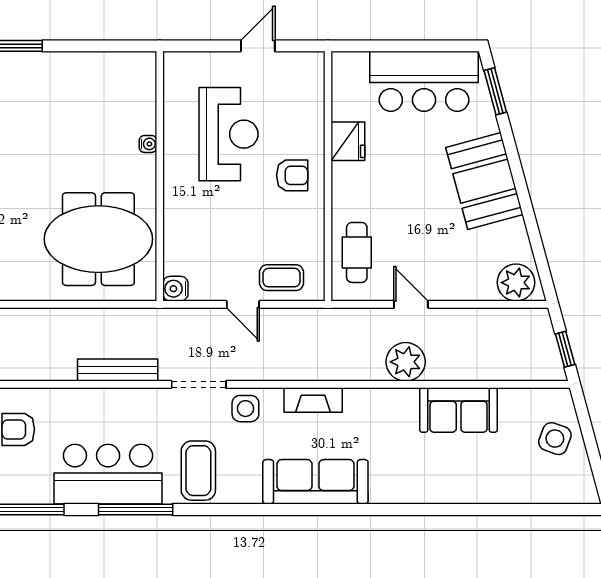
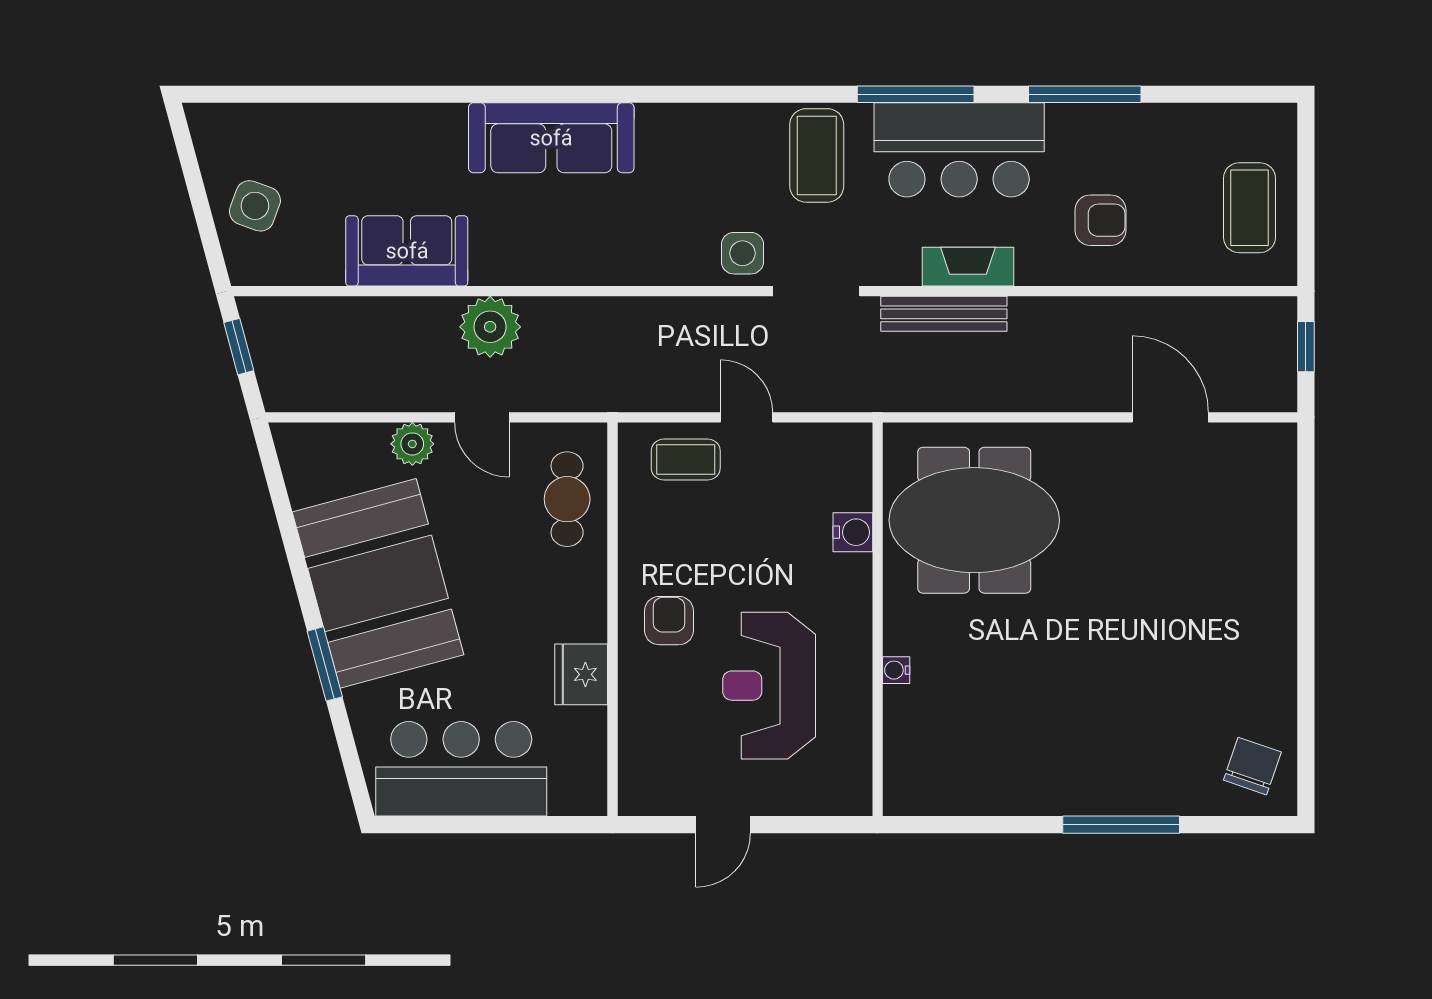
window: (495, 91) -> (325, 664), moved
armchair: (292, 175) -> (669, 621), turned 90
booth: (484, 181) -> (378, 583), width x1.36, depth x1.42
plant: (516, 283) -> (412, 444), moved, width x0.73, depth x0.73
water cooler: (175, 289) -> (853, 532), moved
fireplace: (313, 400) -> (968, 267), moved
sofa: (315, 482) -> (551, 138), moved

